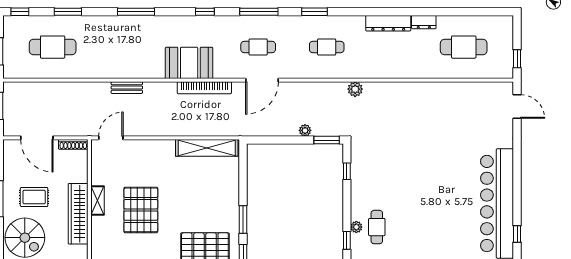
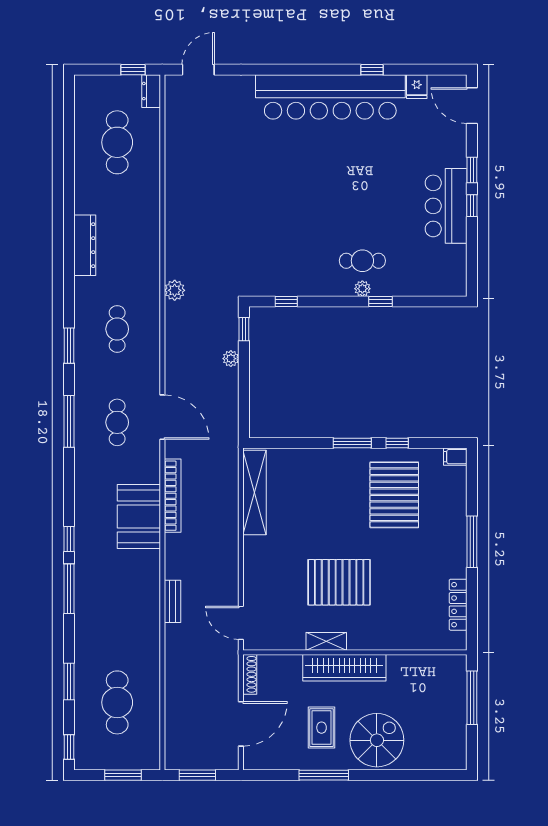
window: (205, 12) -> (69, 539), moved
dresser: (424, 22) -> (151, 91), moved, turned 180
window: (327, 140) -> (244, 329), width x0.67

